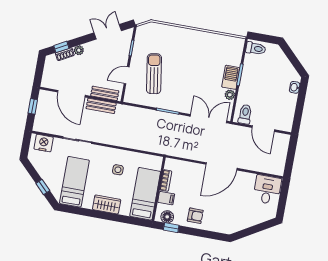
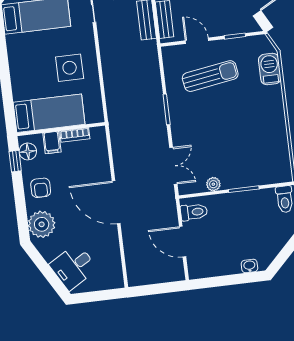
barbecue: (231, 77) -> (270, 69), moved, turned -90
double door: (209, 119) -> (173, 166), width x0.73
door: (263, 129) -> (183, 242), hinge flipped
side table: (118, 170) -> (70, 68), width x1.87, depth x1.87
desk: (267, 190) -> (73, 267), moved, turned 150
wardrobe: (107, 204) -> (19, 67), removed
plant: (221, 223) -> (42, 224), added

